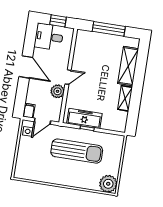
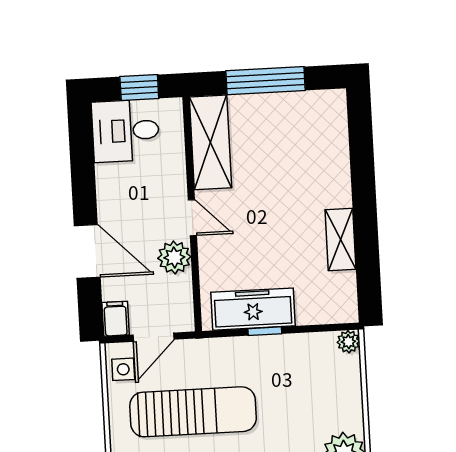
shelving: (128, 66) -> (211, 142), moved
door: (26, 67) -> (87, 251), moved
door: (68, 77) -> (192, 218), hinge flipped
plant: (119, 140) -> (348, 342), added
sun lounger: (77, 151) -> (193, 412), moved

